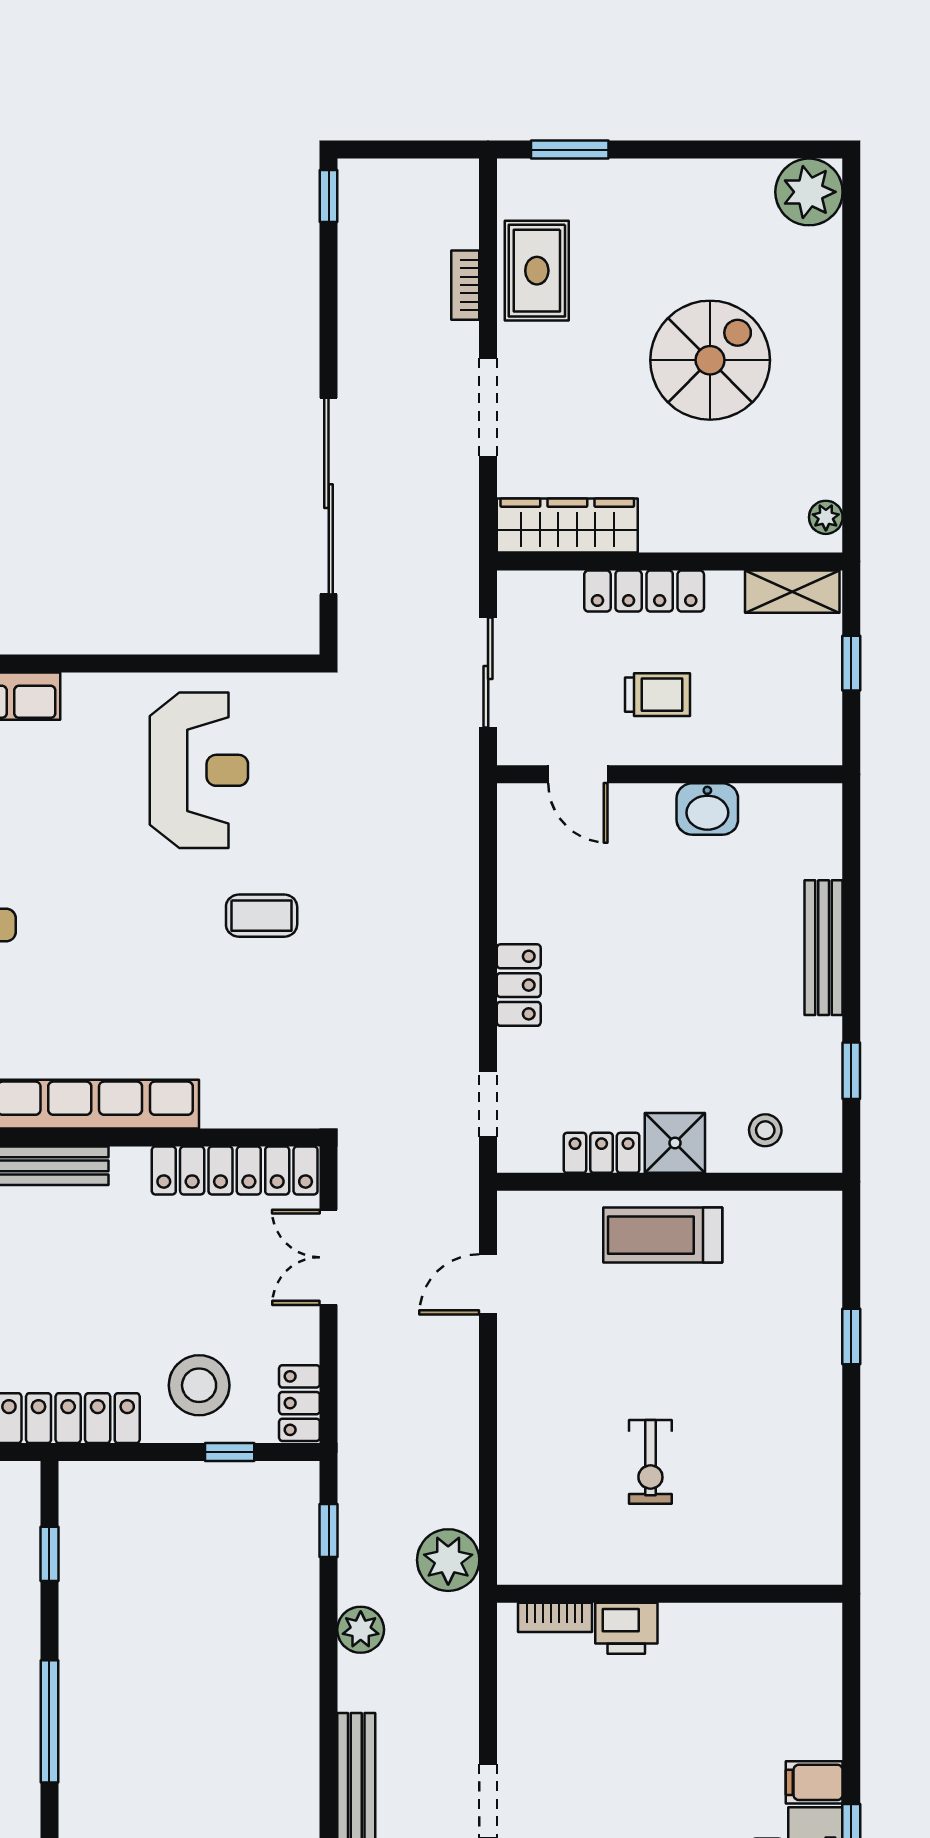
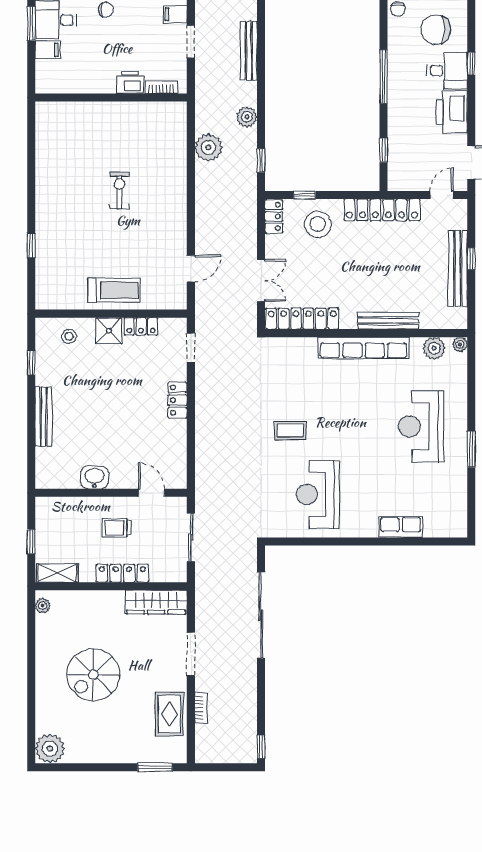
wall: (670, 1594) -> (111, 98), moved
bookcase: (555, 1617) -> (161, 87), moved
printer: (626, 1628) -> (130, 82), moved

